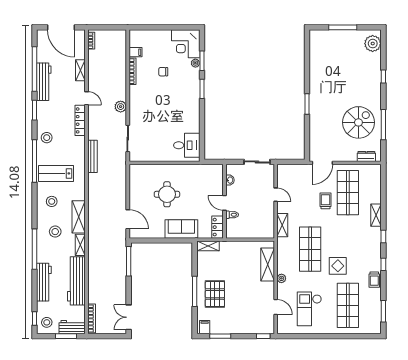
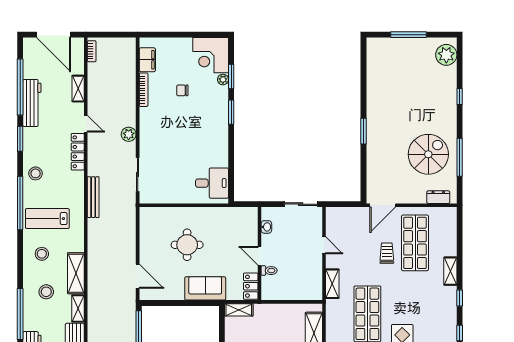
filing cabinet: (135, 52) -> (147, 60), width x2.00

